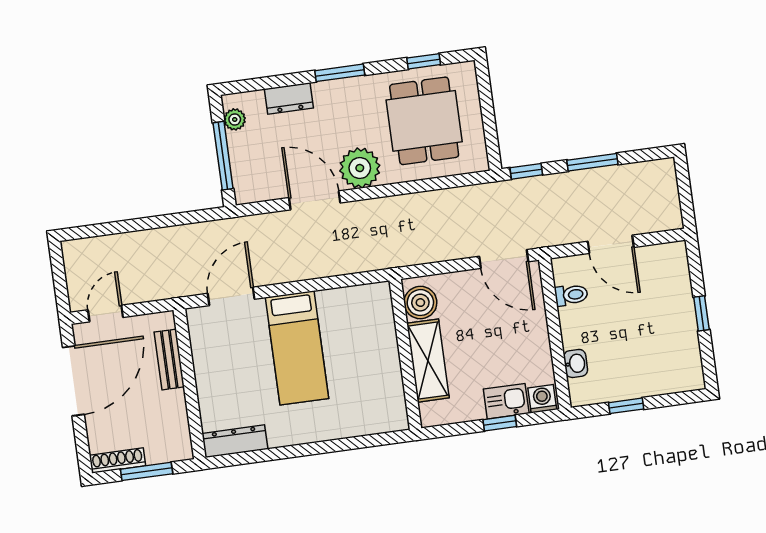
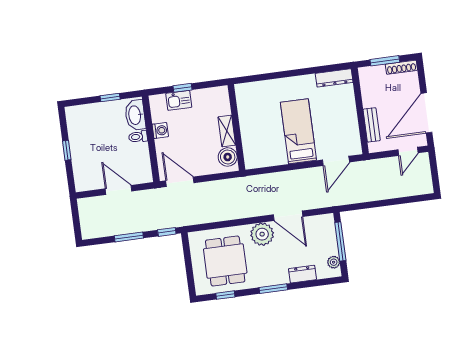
toilet: (571, 295) -> (138, 137), moved
shelving: (428, 361) -> (227, 131), width x0.67, depth x0.75
washbasin: (576, 363) -> (135, 115), width x1.91, depth x1.45
washing machine: (542, 399) -> (160, 130), moved, turned -90

